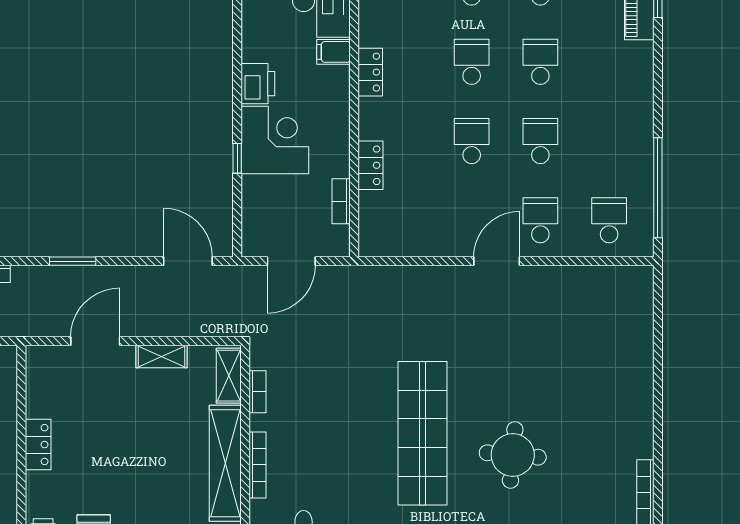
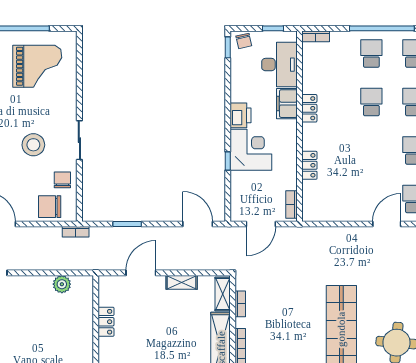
filing cabinet: (334, 52) -> (287, 104), width x2.00
school desk: (472, 141) -> (371, 150), removed
bookcase: (341, 201) -> (292, 205), moved
locker: (38, 445) -> (106, 322), moved

